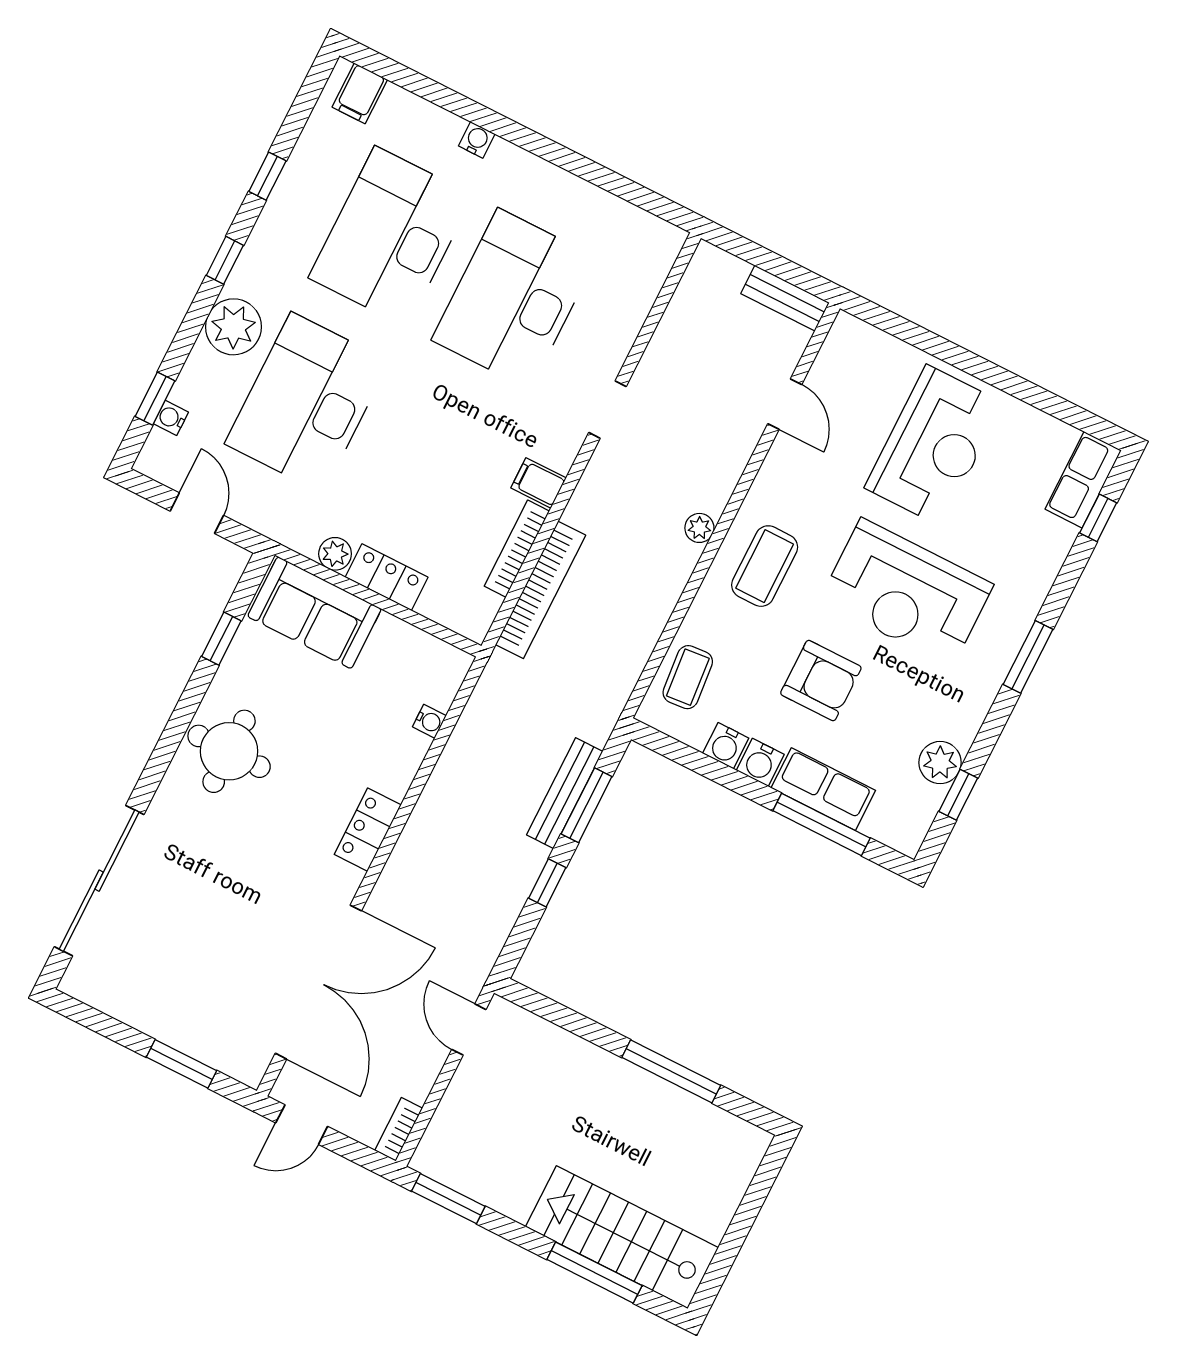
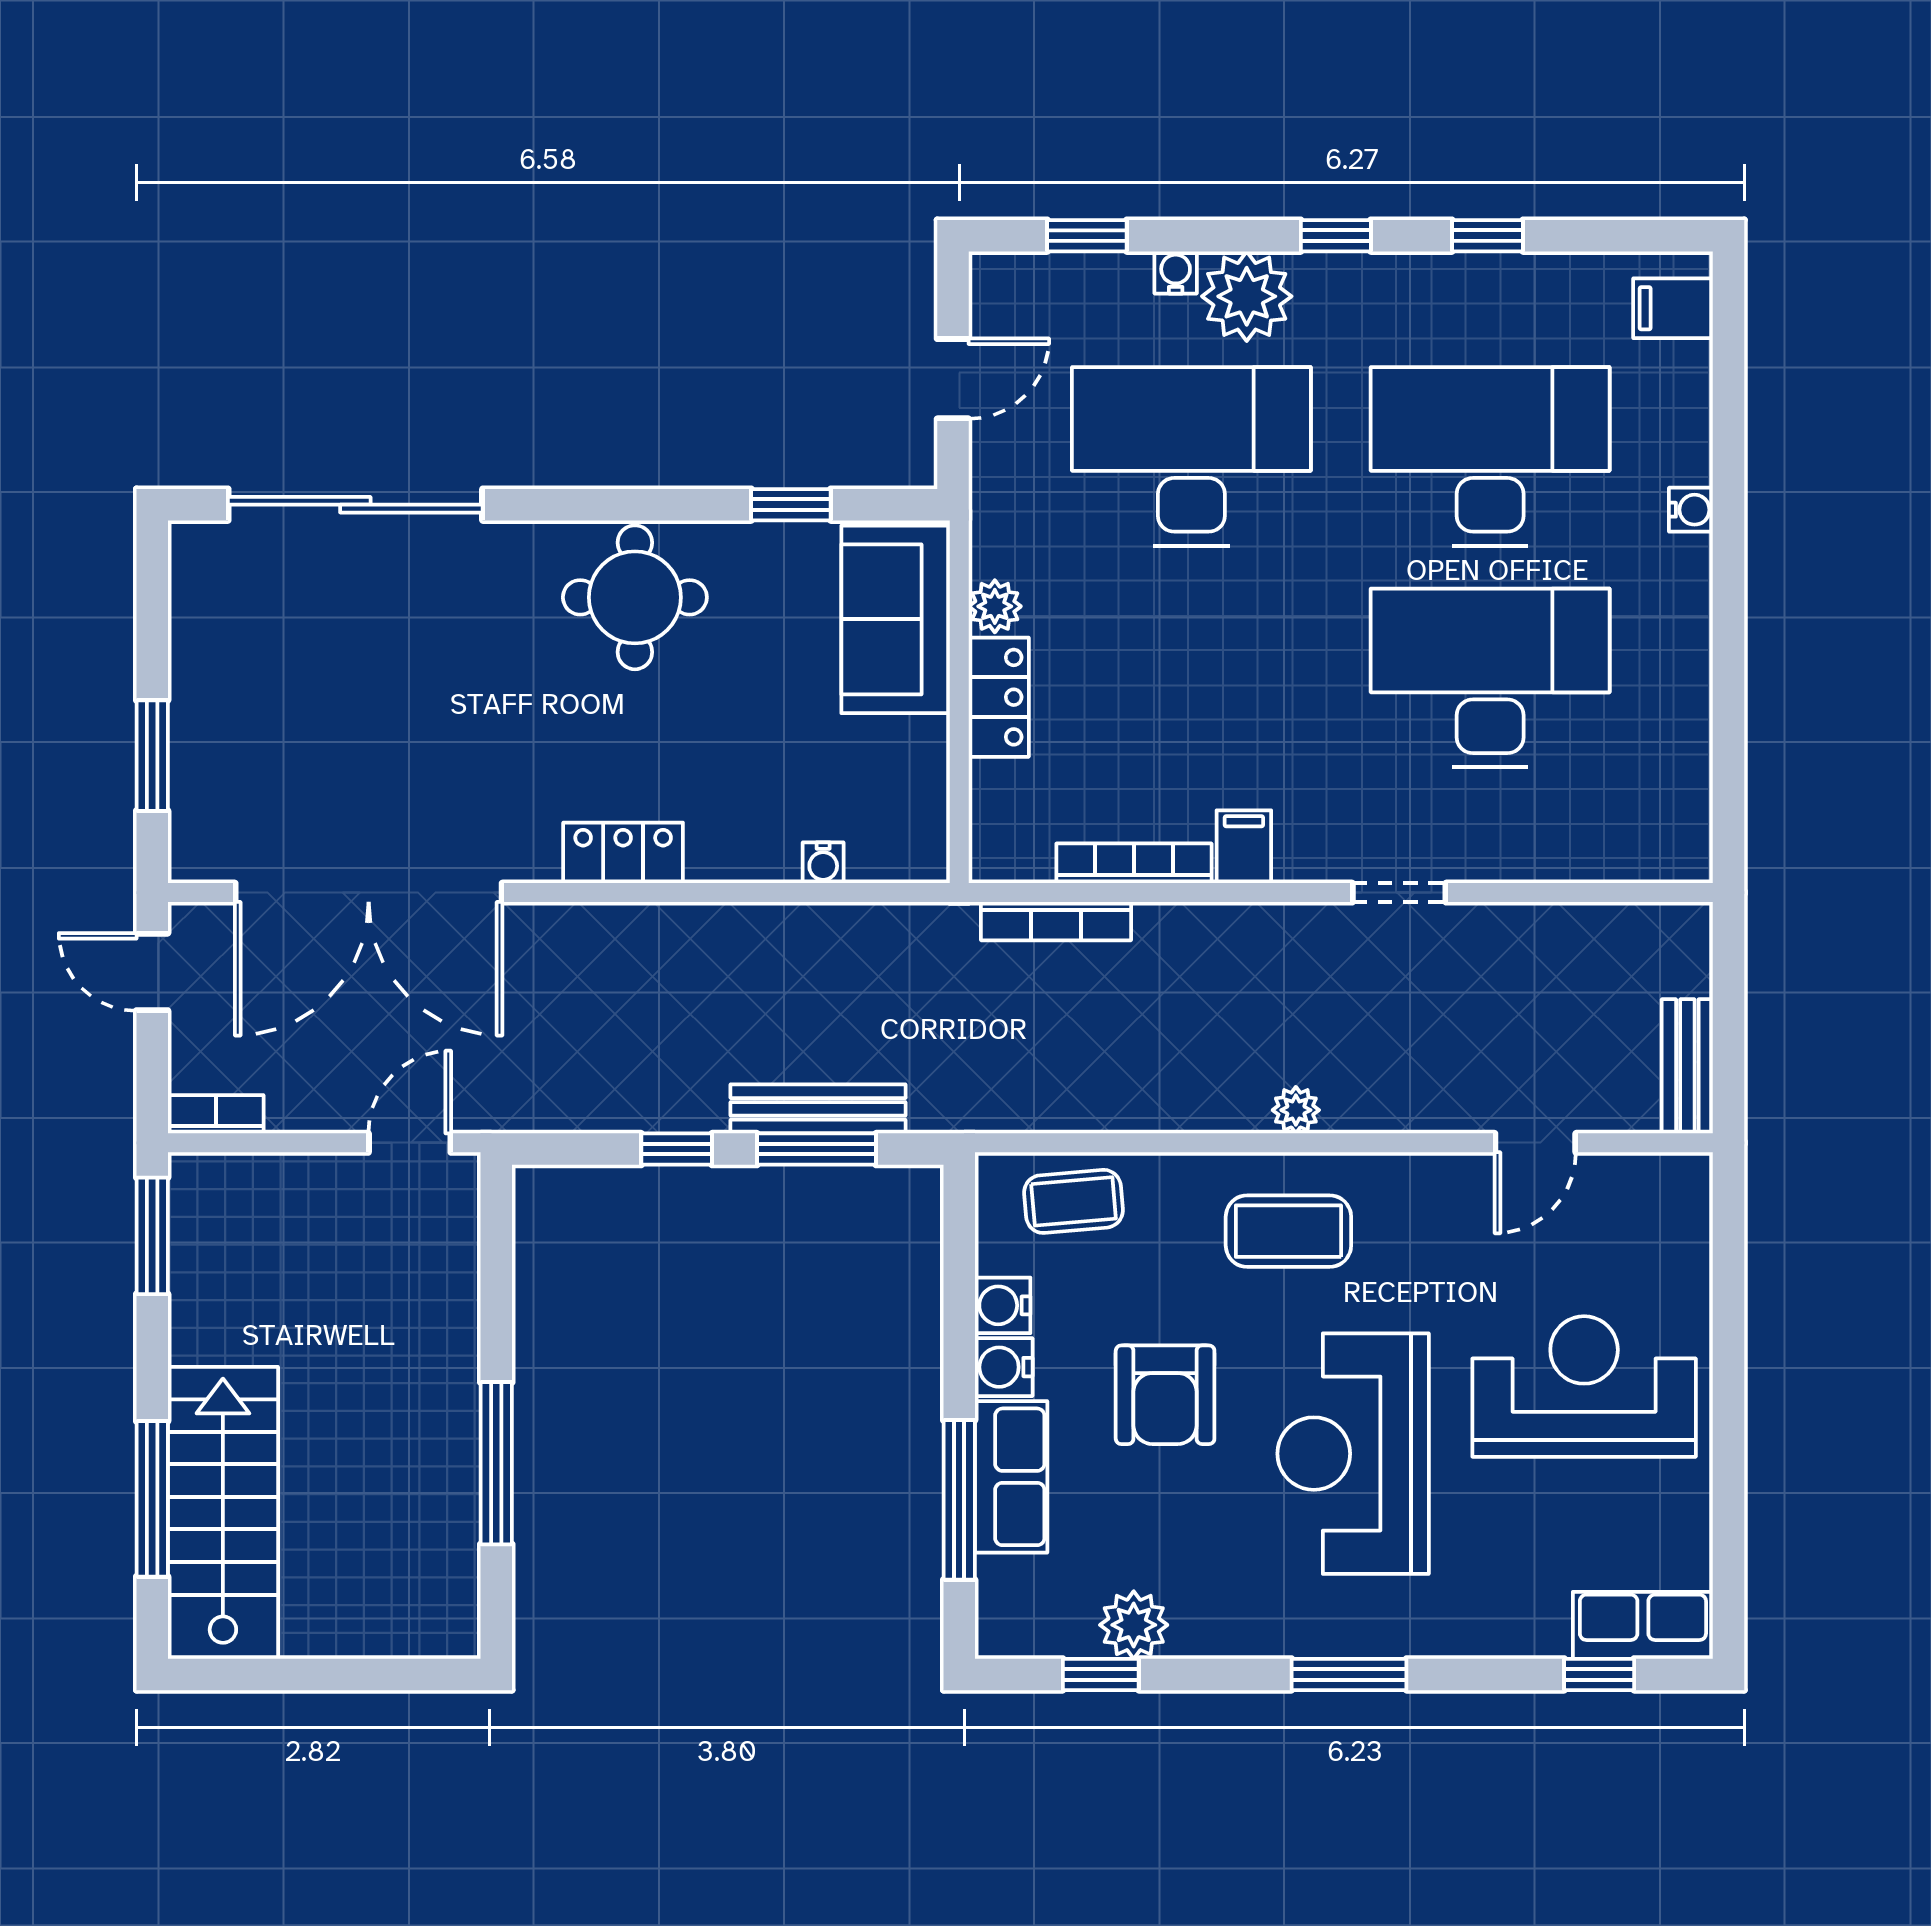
water cooler: (171, 418) -> (1176, 272), moved
reception desk: (934, 445) -> (1584, 1387), turned 180
bookcase: (541, 590) -> (1056, 921), width x0.68, depth x0.76

